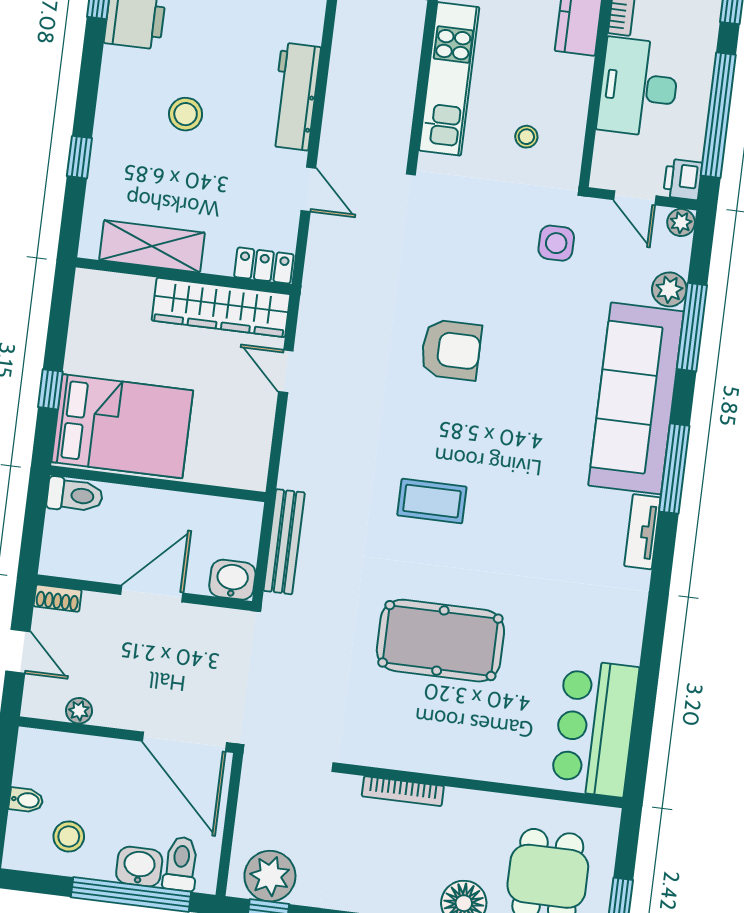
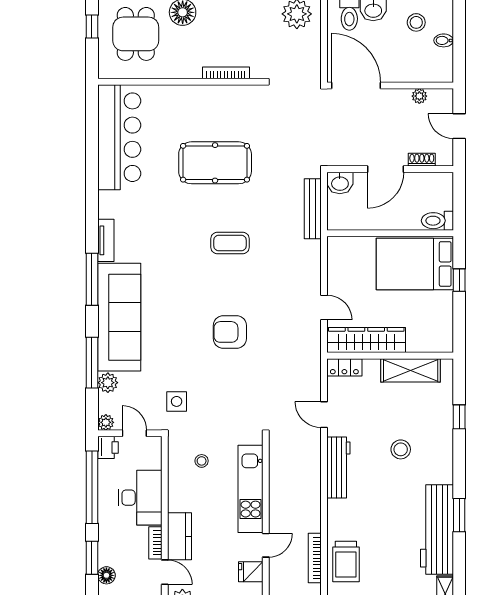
shoe rack: (58, 598) -> (422, 160), moved
bar counter: (595, 728) -> (119, 137), width x1.36

